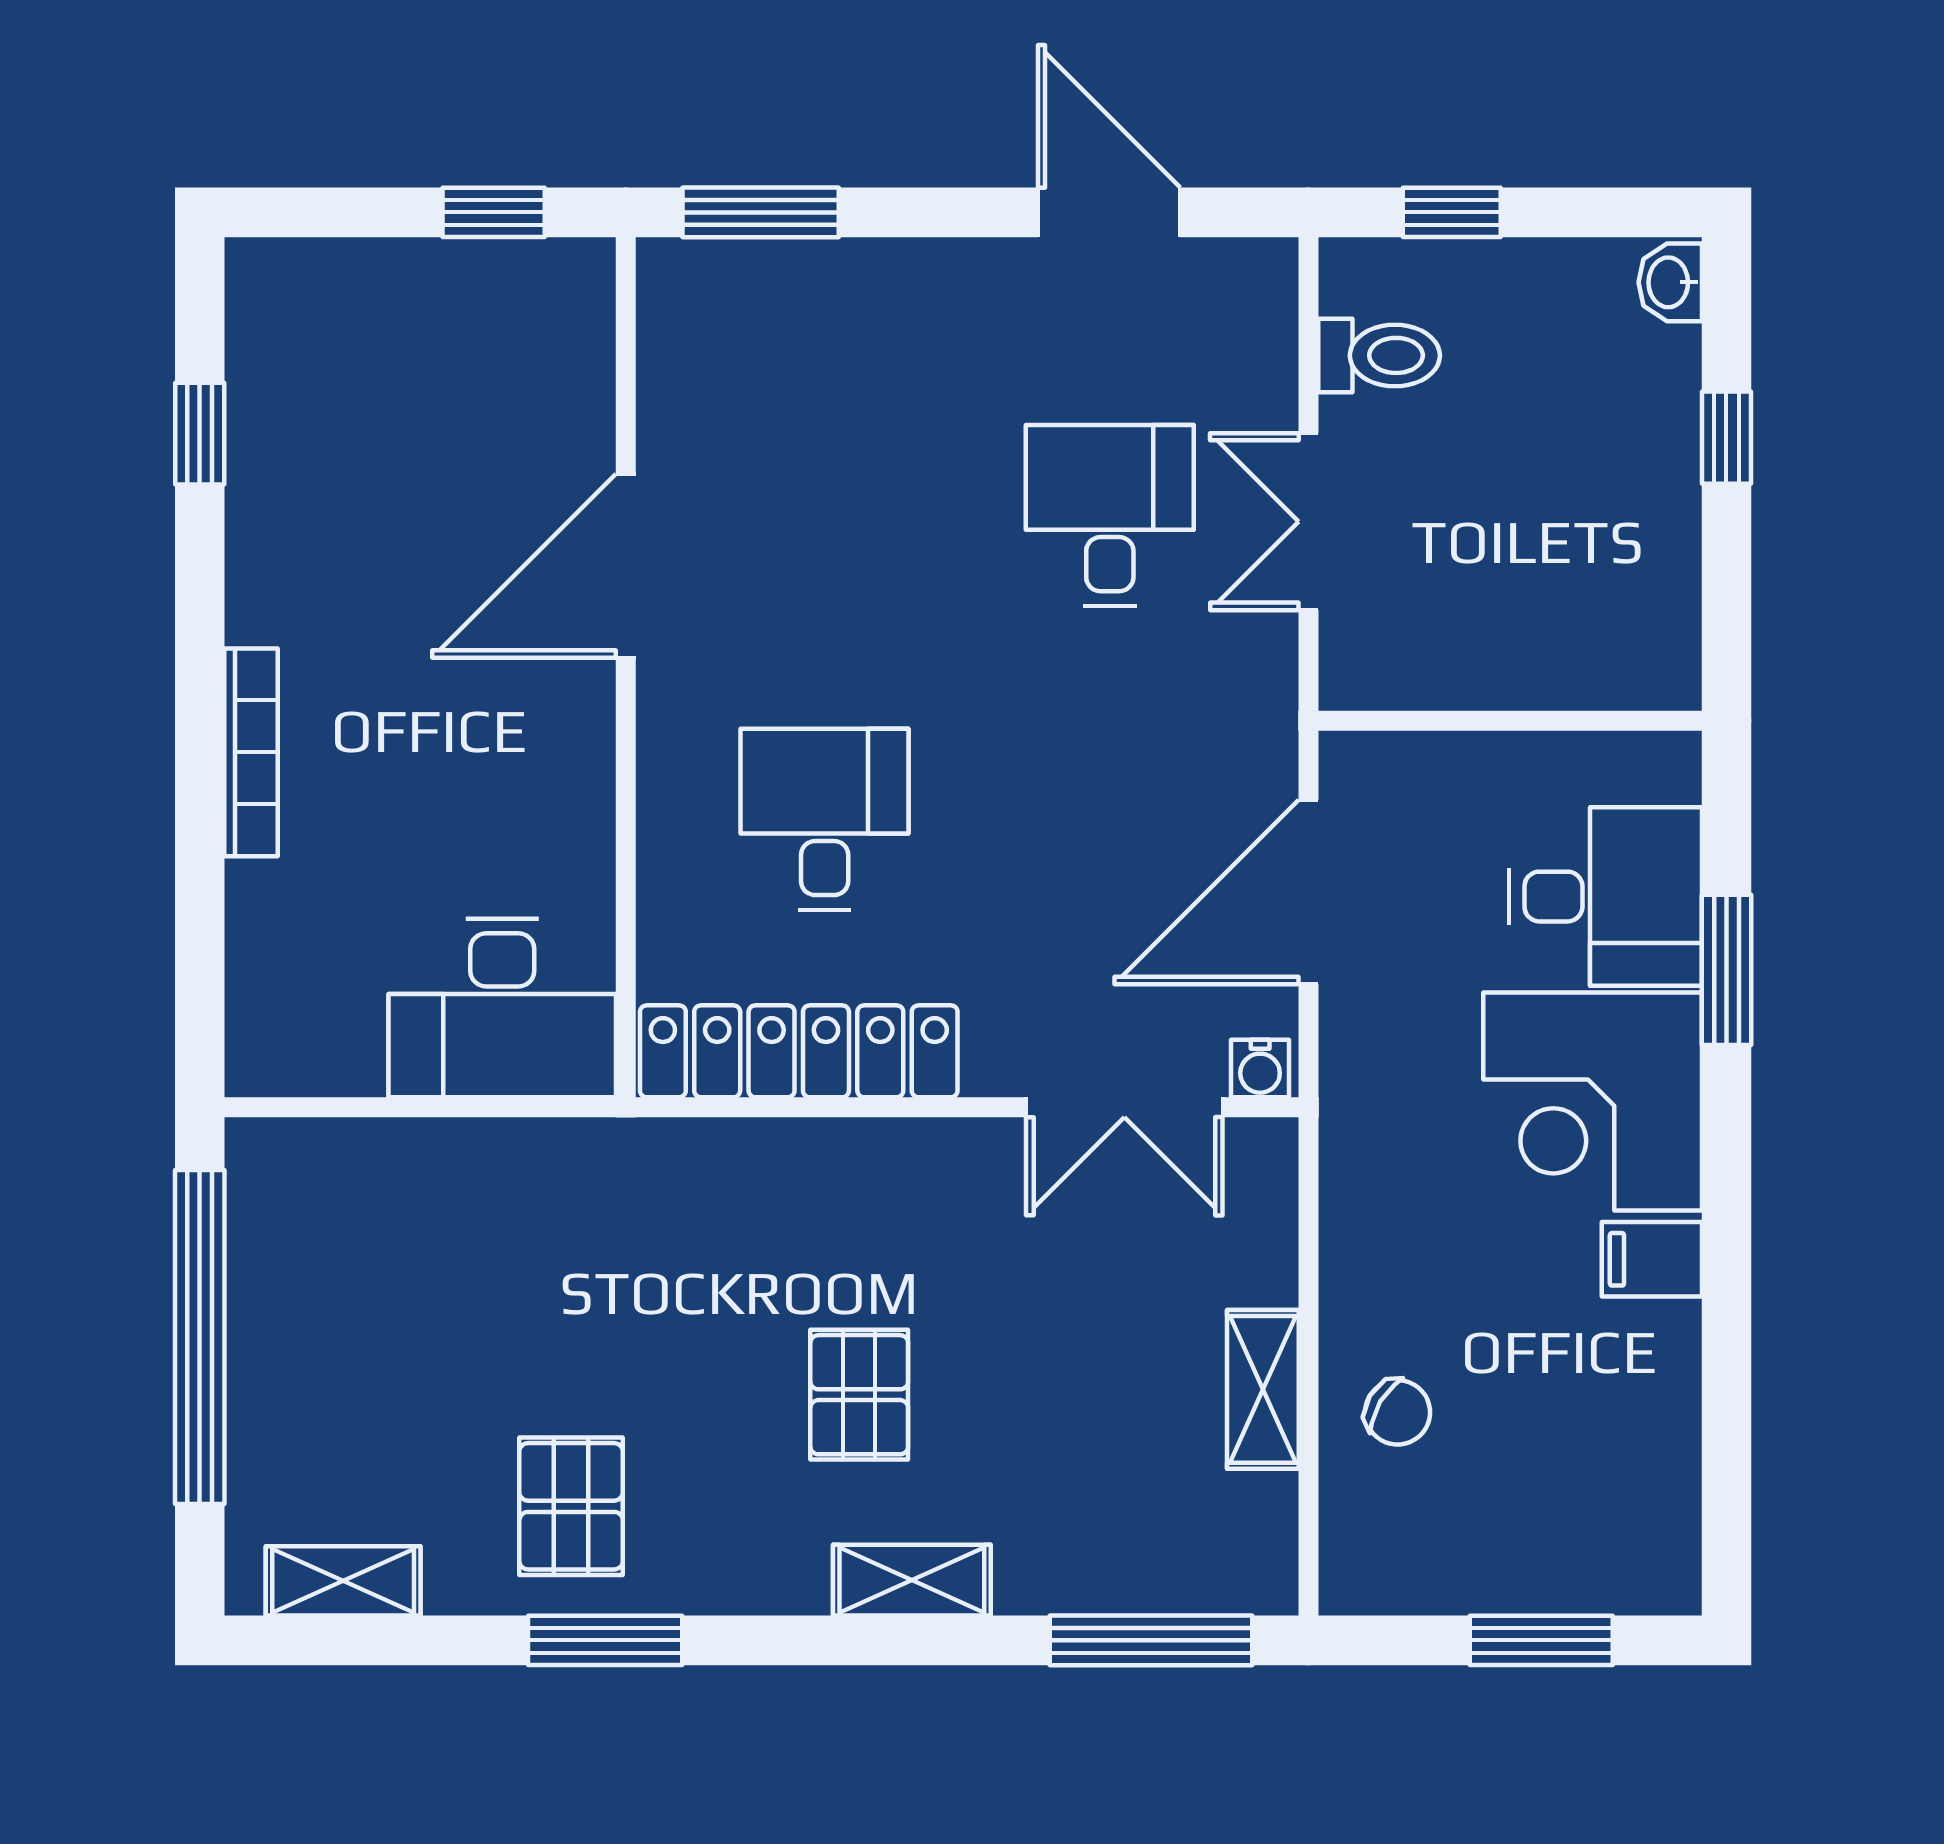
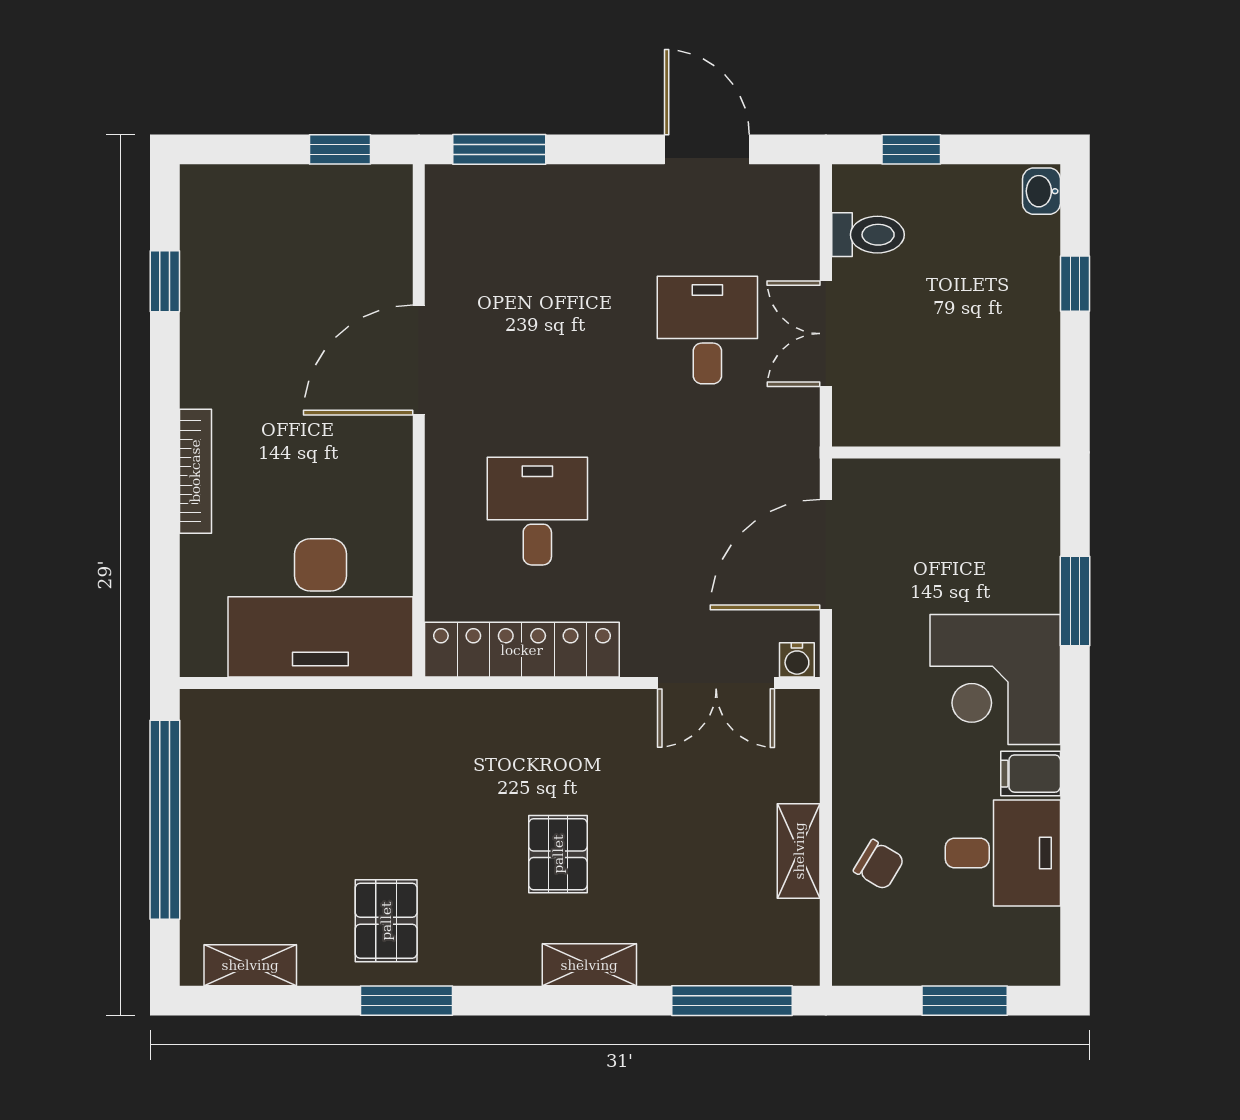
desk: (1605, 897) -> (1003, 853), moved
desk: (502, 1008) -> (320, 608), width x1.36, depth x1.30

